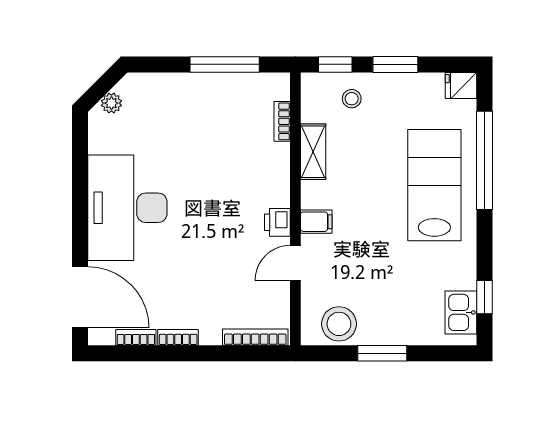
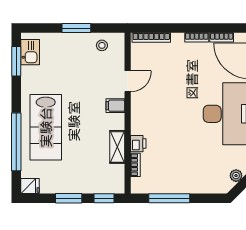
stool: (352, 99) -> (94, 178), removed
printer: (277, 222) -> (138, 144), moved
window: (484, 297) -> (16, 61), width x1.50
stool: (339, 324) -> (102, 45), width x0.53, depth x0.53

